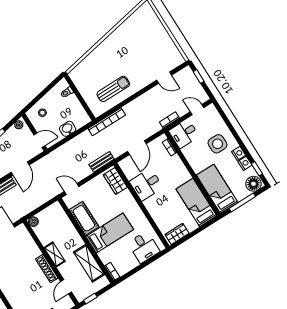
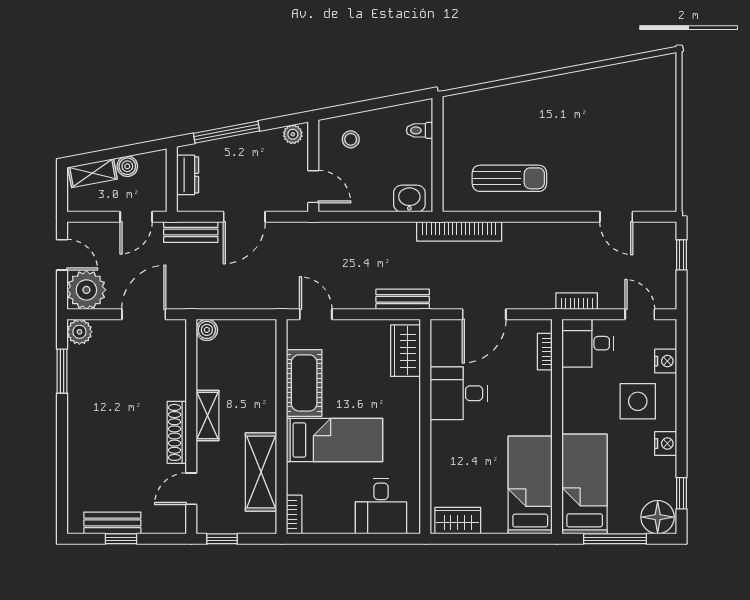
washbasin: (68, 129) -> (409, 199), moved
nightstand: (245, 163) -> (666, 361), moved

